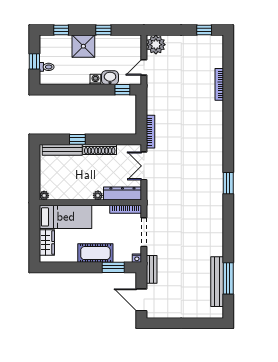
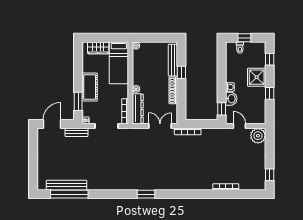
window: (228, 278) -> (69, 194), width x1.46

